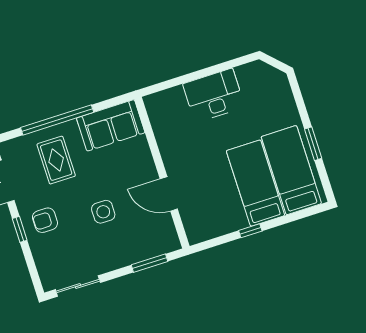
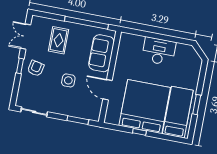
window: (57, 120) -> (86, 23), moved
sofa: (111, 125) -> (101, 53), moved, turned 90
bed: (255, 183) -> (145, 107), width x2.04
armchair: (45, 220) -> (36, 68), turned 102

